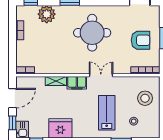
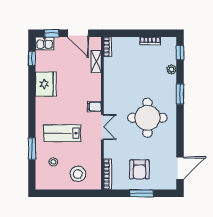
plant: (47, 14) -> (171, 69), width x0.53, depth x0.53
shelving: (56, 81) -> (96, 62), moved
filing cabinet: (77, 83) -> (94, 107), width x0.50
lab bench: (107, 113) -> (62, 133), turned 180

